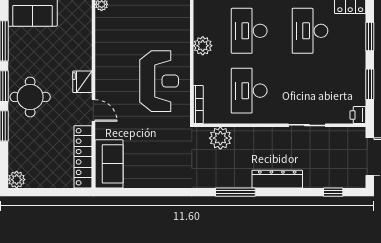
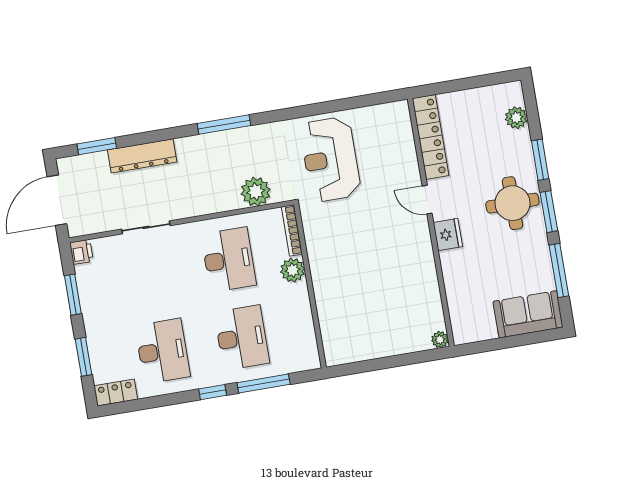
plant: (203, 46) -> (293, 270), moved
reception desk: (159, 81) -> (330, 159), moved
sofa: (109, 164) -> (395, 133), removed
dresser: (277, 179) -> (142, 156), moved
plant: (17, 180) -> (516, 118), moved
window: (333, 192) -> (97, 146), width x1.50

